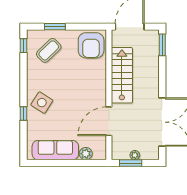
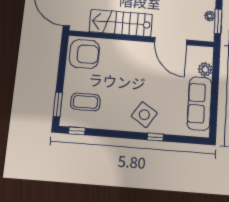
window: (55, 27) -> (58, 104), moved
coffee table: (49, 50) -> (85, 102), turned -46

